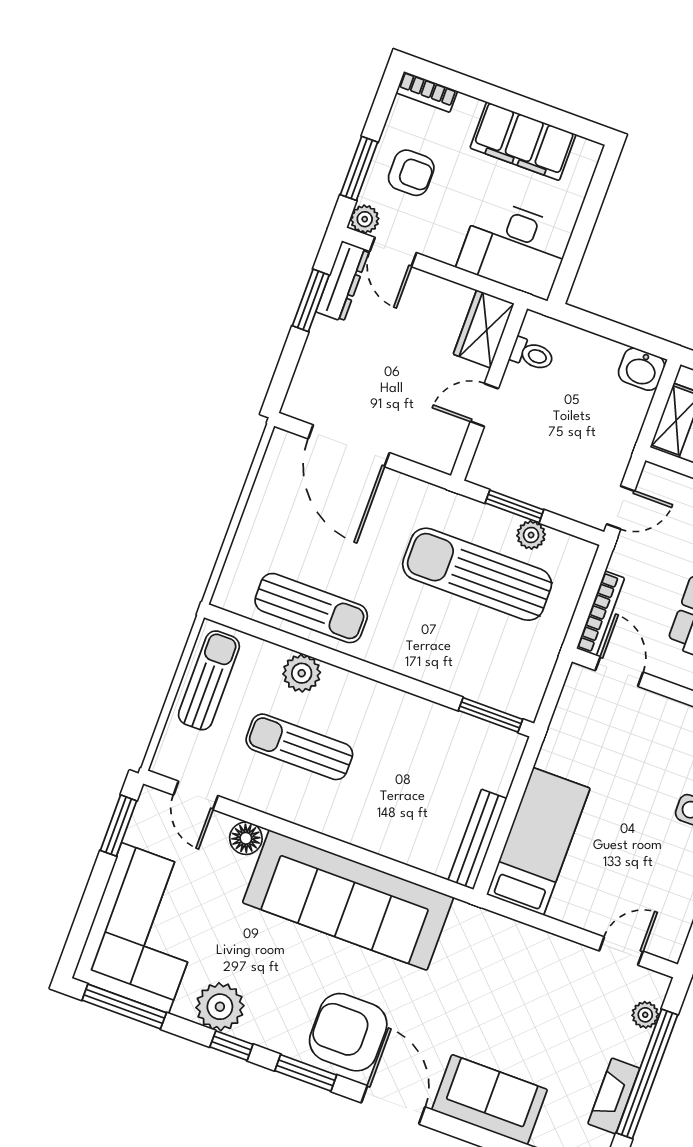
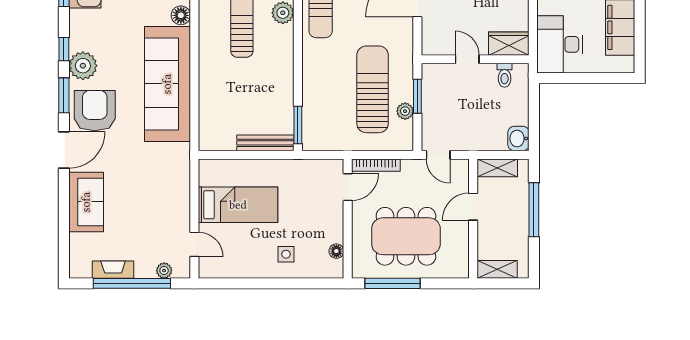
bench: (477, 839) -> (265, 143), moved
bed: (538, 841) -> (238, 205), moved
plant: (220, 1007) -> (83, 66), moved

